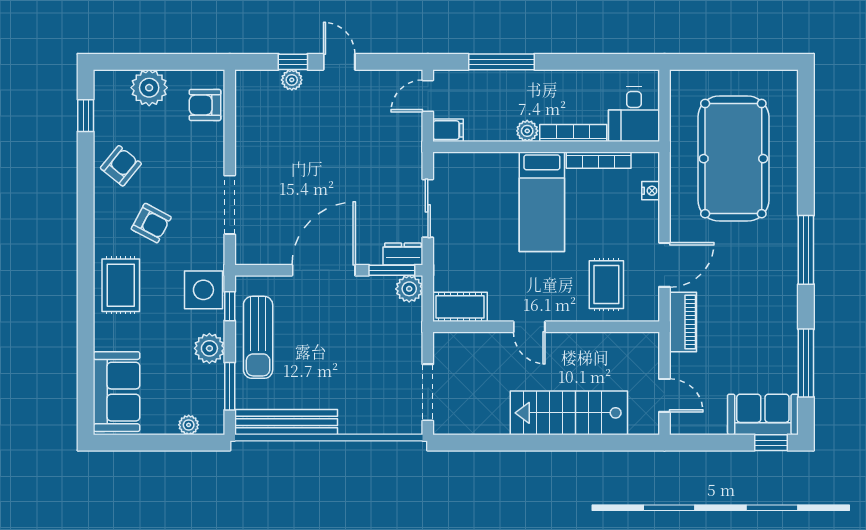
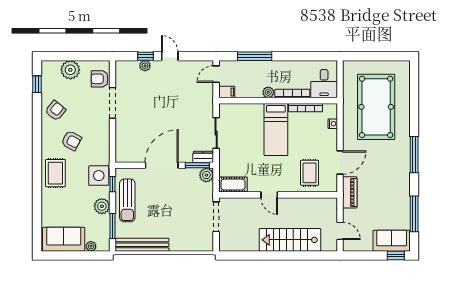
doorway: (230, 205) -> (112, 103), moved
sofa: (116, 392) -> (64, 239), moved, turned -90
doorway: (428, 392) -> (216, 217), moved

